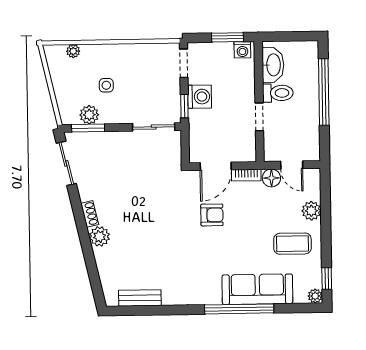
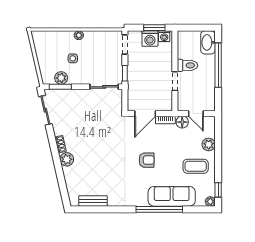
plant: (73, 51) -> (79, 35), moved
washbasin: (273, 65) -> (208, 42), moved, turned 180
washing machine: (200, 97) -> (150, 39), moved, turned 90
armchair: (212, 215) -> (147, 160), moved

